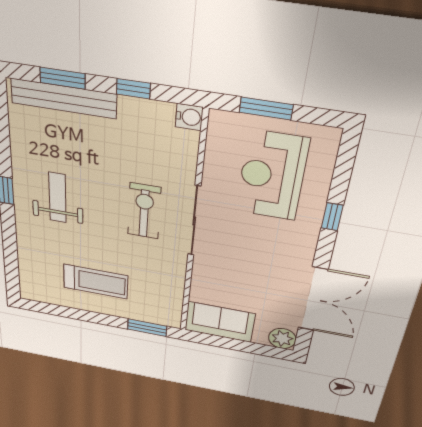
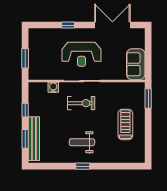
water cooler: (189, 117) -> (53, 87), moved
reception desk: (272, 176) -> (81, 54), moved
exercise bike: (144, 211) -> (81, 103), turned 180
plant: (282, 338) -> (139, 34), removed

